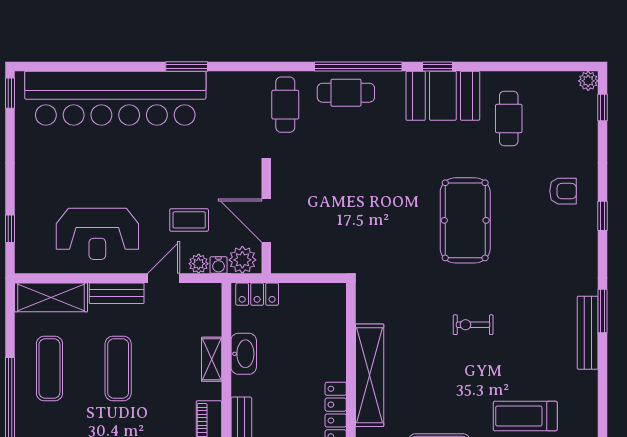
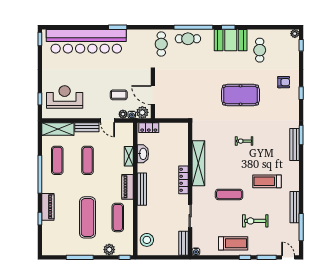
pool table: (465, 220) -> (241, 95), turned 90
reception desk: (97, 234) -> (65, 97), moved, turned 180
door: (164, 278) -> (108, 120), swing flipped

